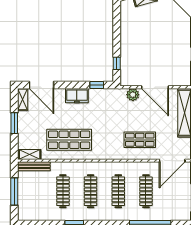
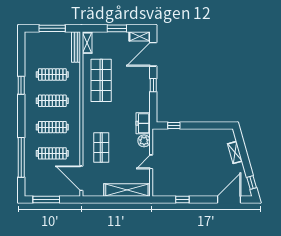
window: (97, 85) -> (153, 85), moved
door: (155, 87) -> (151, 162), width x0.53
freezer: (77, 96) -> (143, 123), moved

